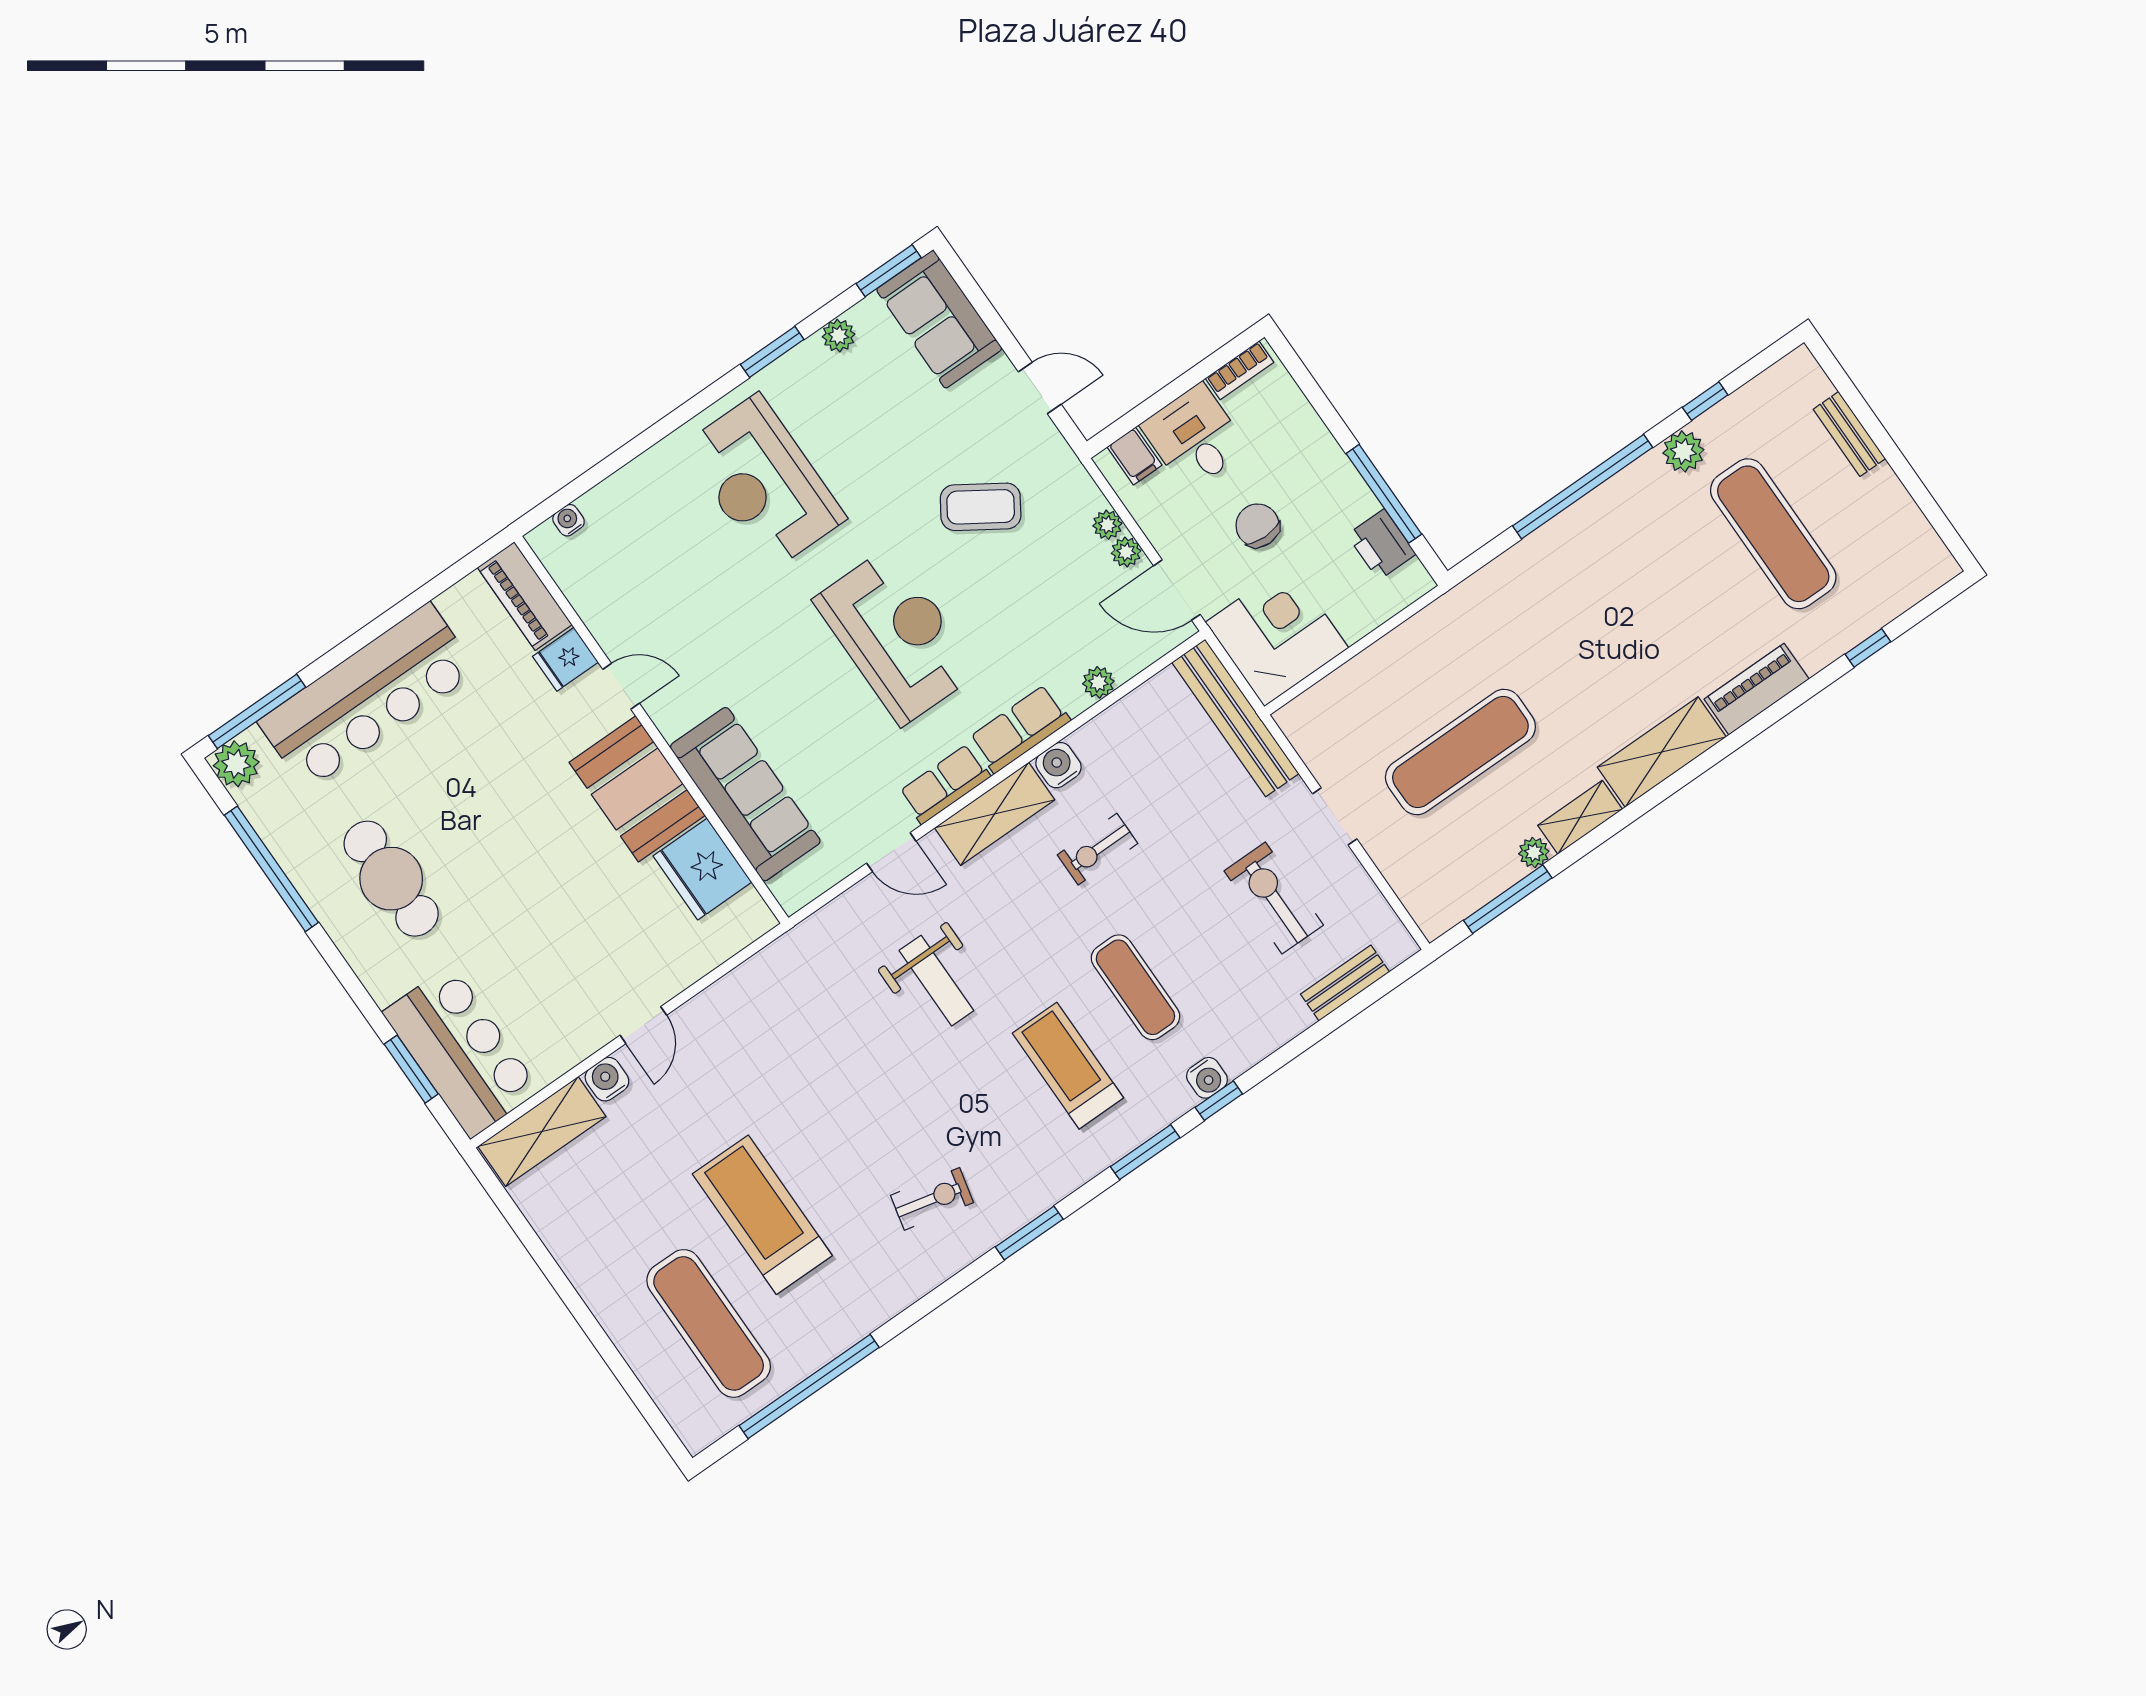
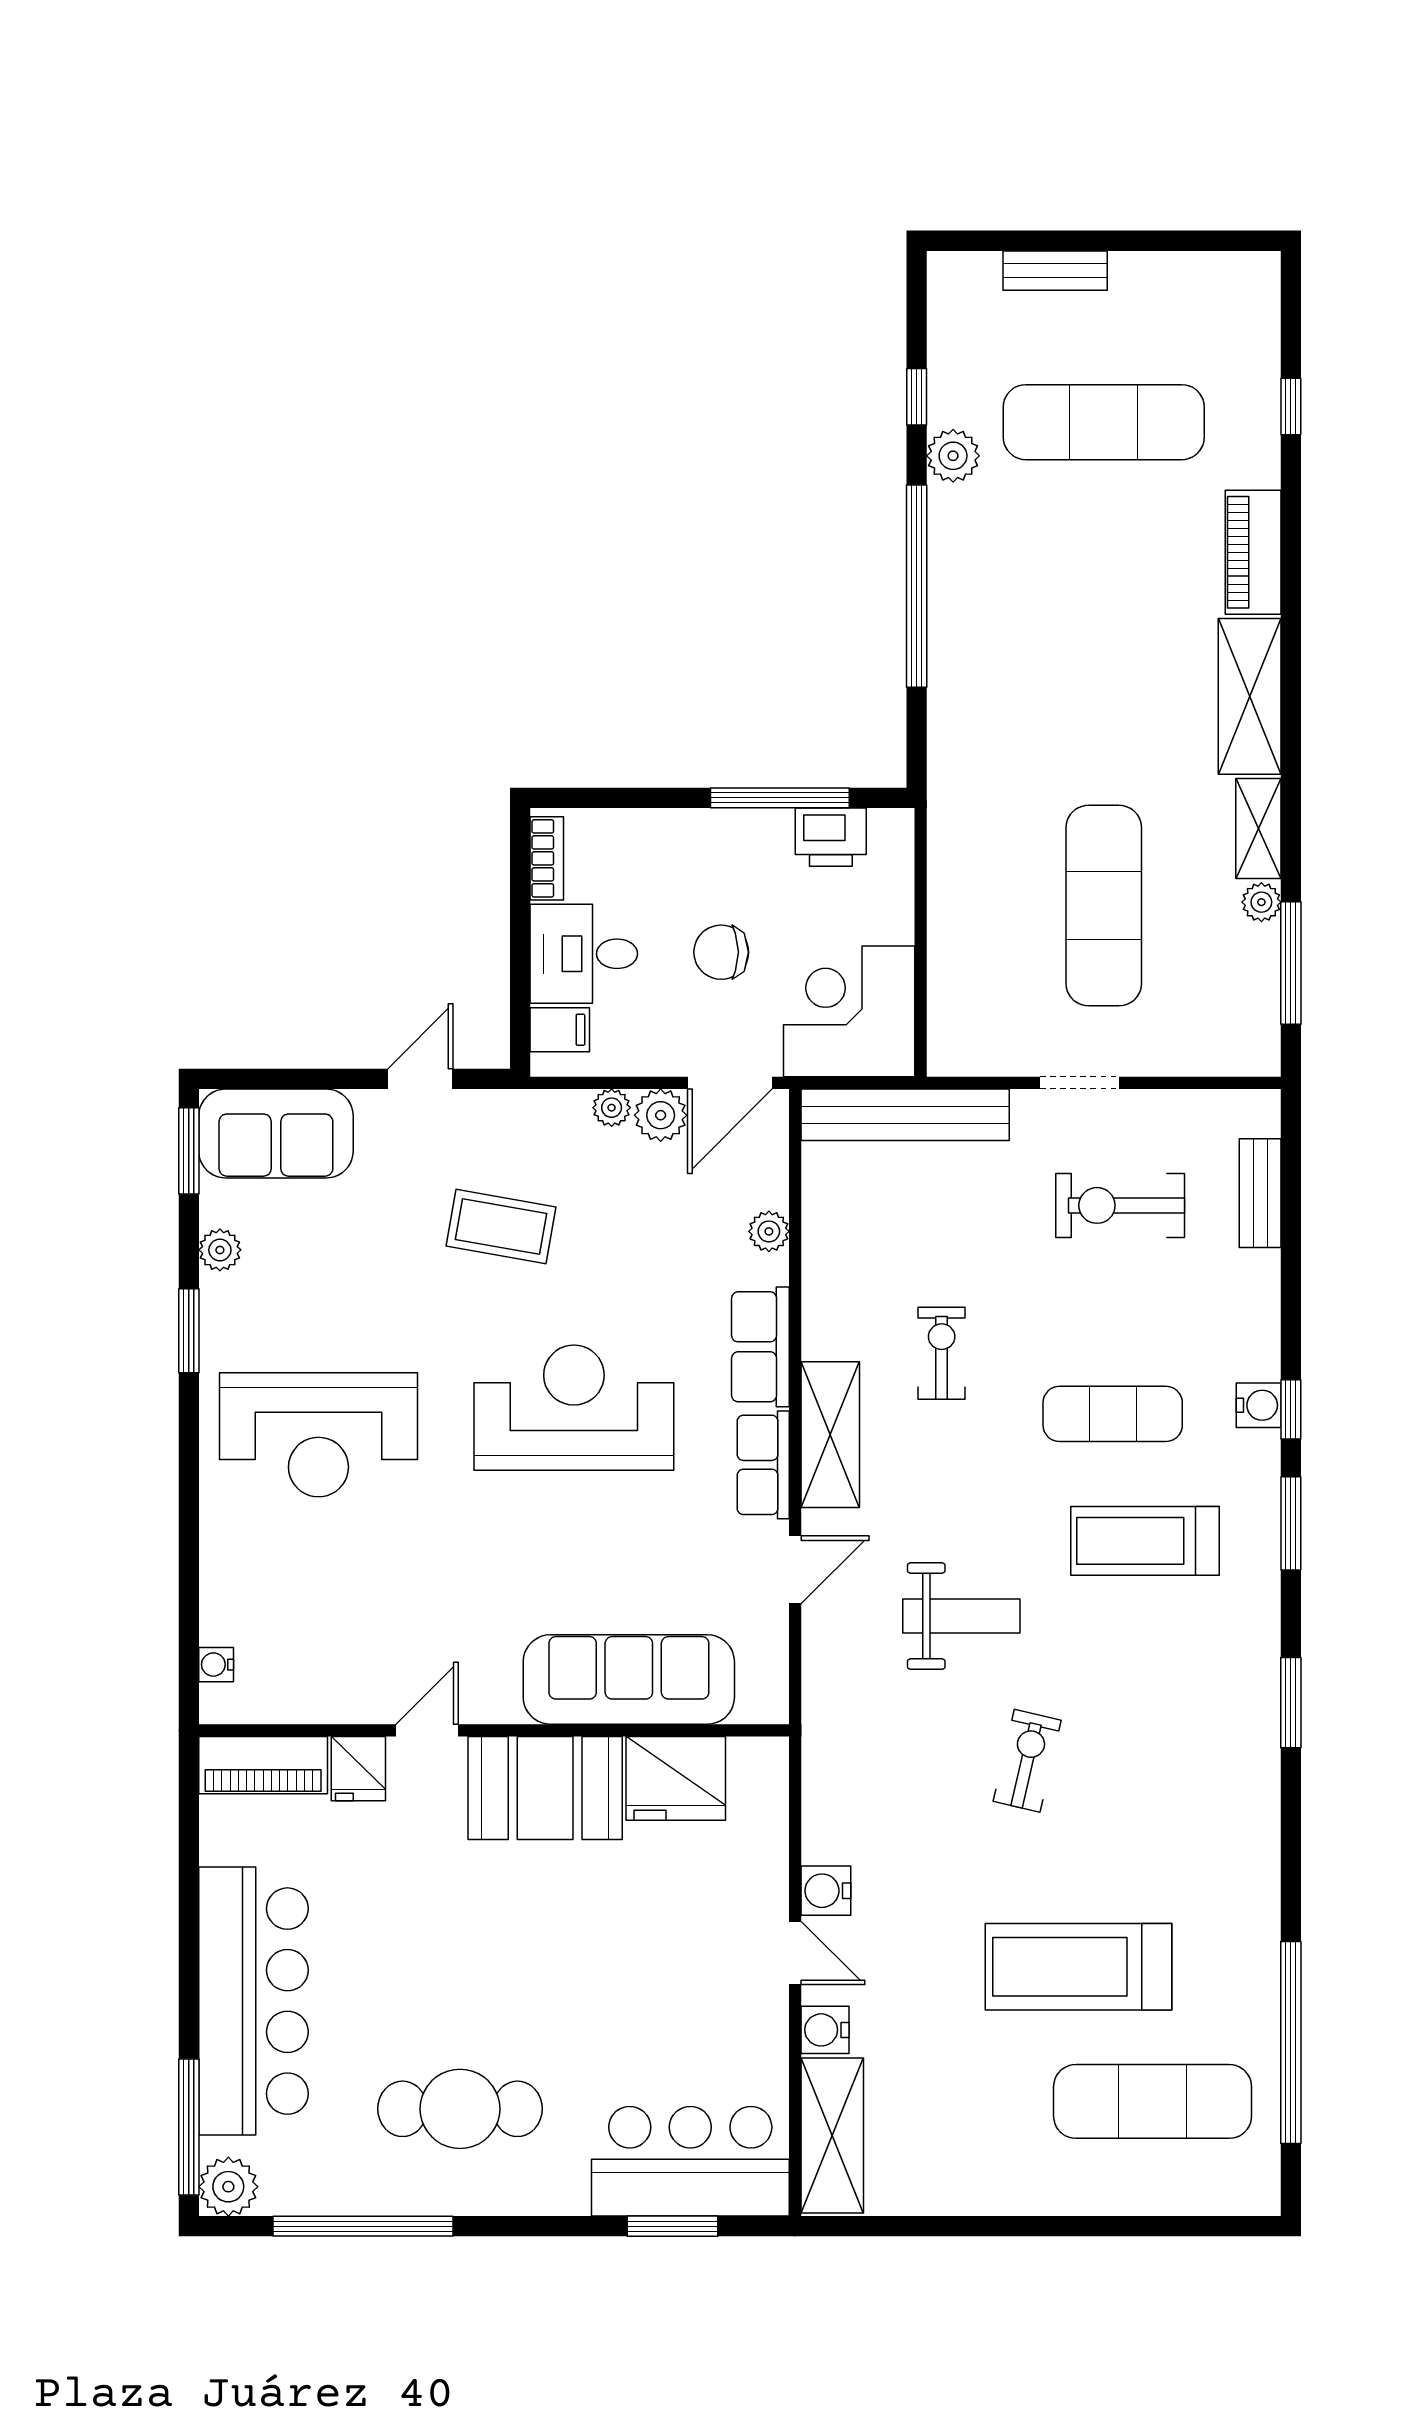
coffee table: (981, 507) -> (501, 1227), turned 67
plant: (1126, 552) -> (661, 1115), width x1.38, depth x1.38
water cooler: (1058, 765) -> (826, 1891), moved
exercise bike: (1097, 849) -> (942, 1353), turned 180
exercise bike: (932, 1199) -> (1027, 1761), moved

